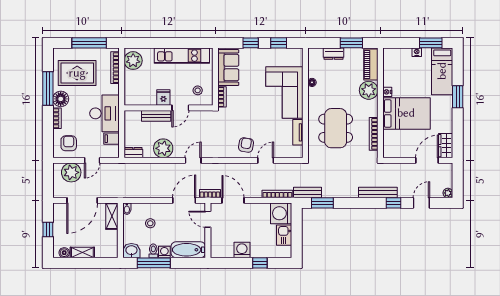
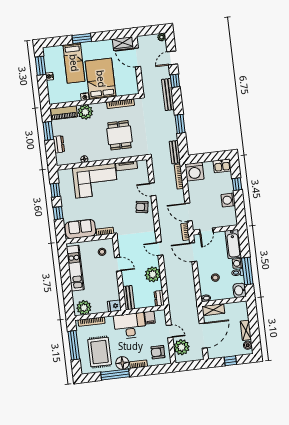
bed: (442, 71) -> (74, 63), moved, turned 90
fridge: (163, 98) -> (114, 306), moved
bench: (156, 116) -> (129, 298), moved
dining table: (336, 128) -> (119, 135), width x0.73
door: (82, 200) -> (203, 336), hinge flipped
door: (233, 200) -> (188, 212), hinge flipped
window: (322, 203) -> (180, 124), moved
door: (421, 203) -> (172, 58), hinge flipped
kitchen sink: (284, 235) -> (222, 166), moved

